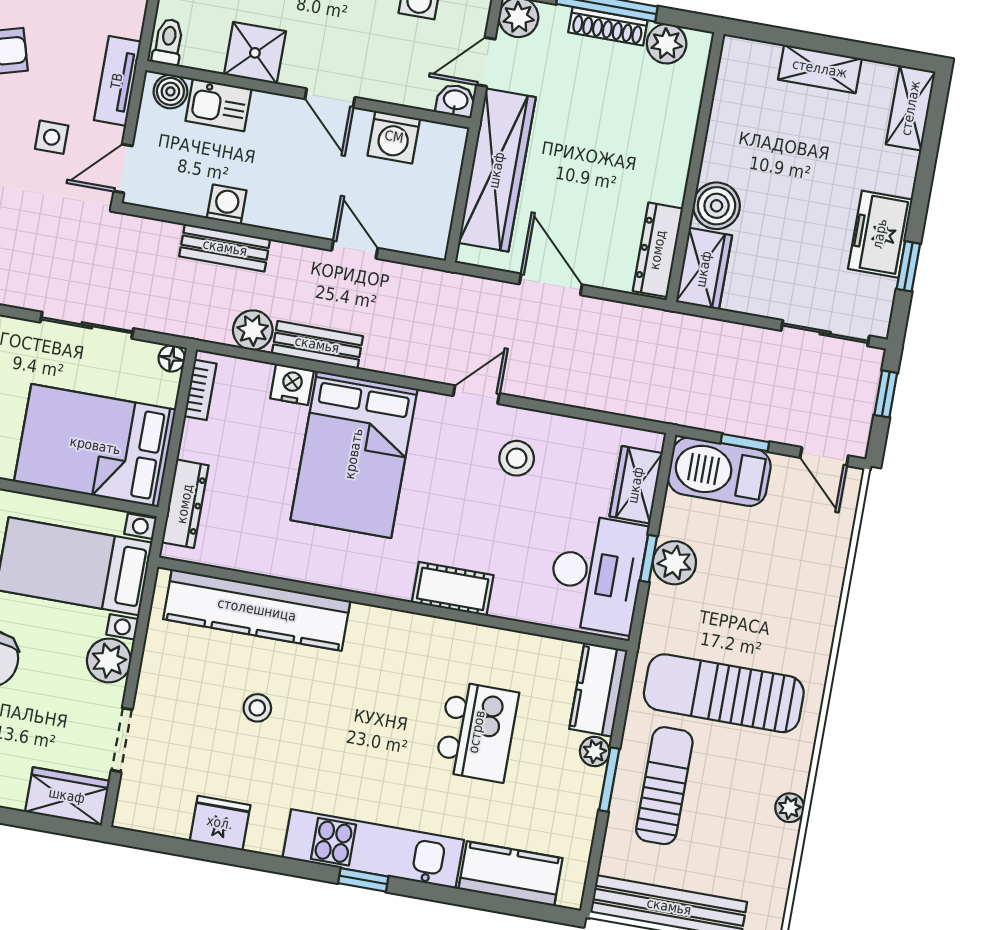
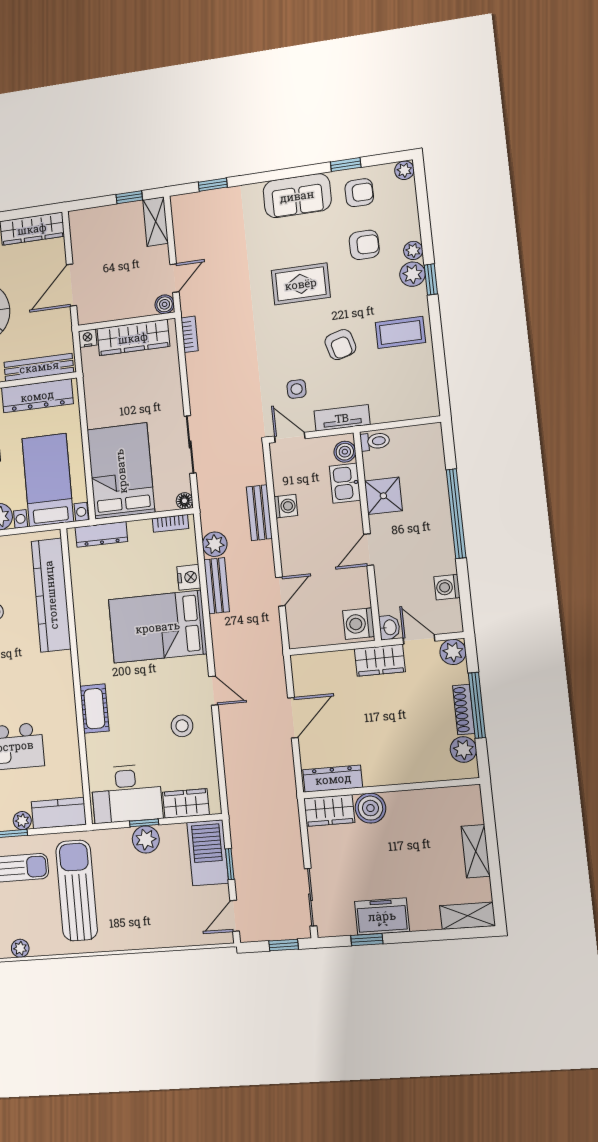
washing machine: (394, 137) -> (359, 624), moved
wardrobe: (497, 170) -> (380, 660), width x0.48, depth x0.85

